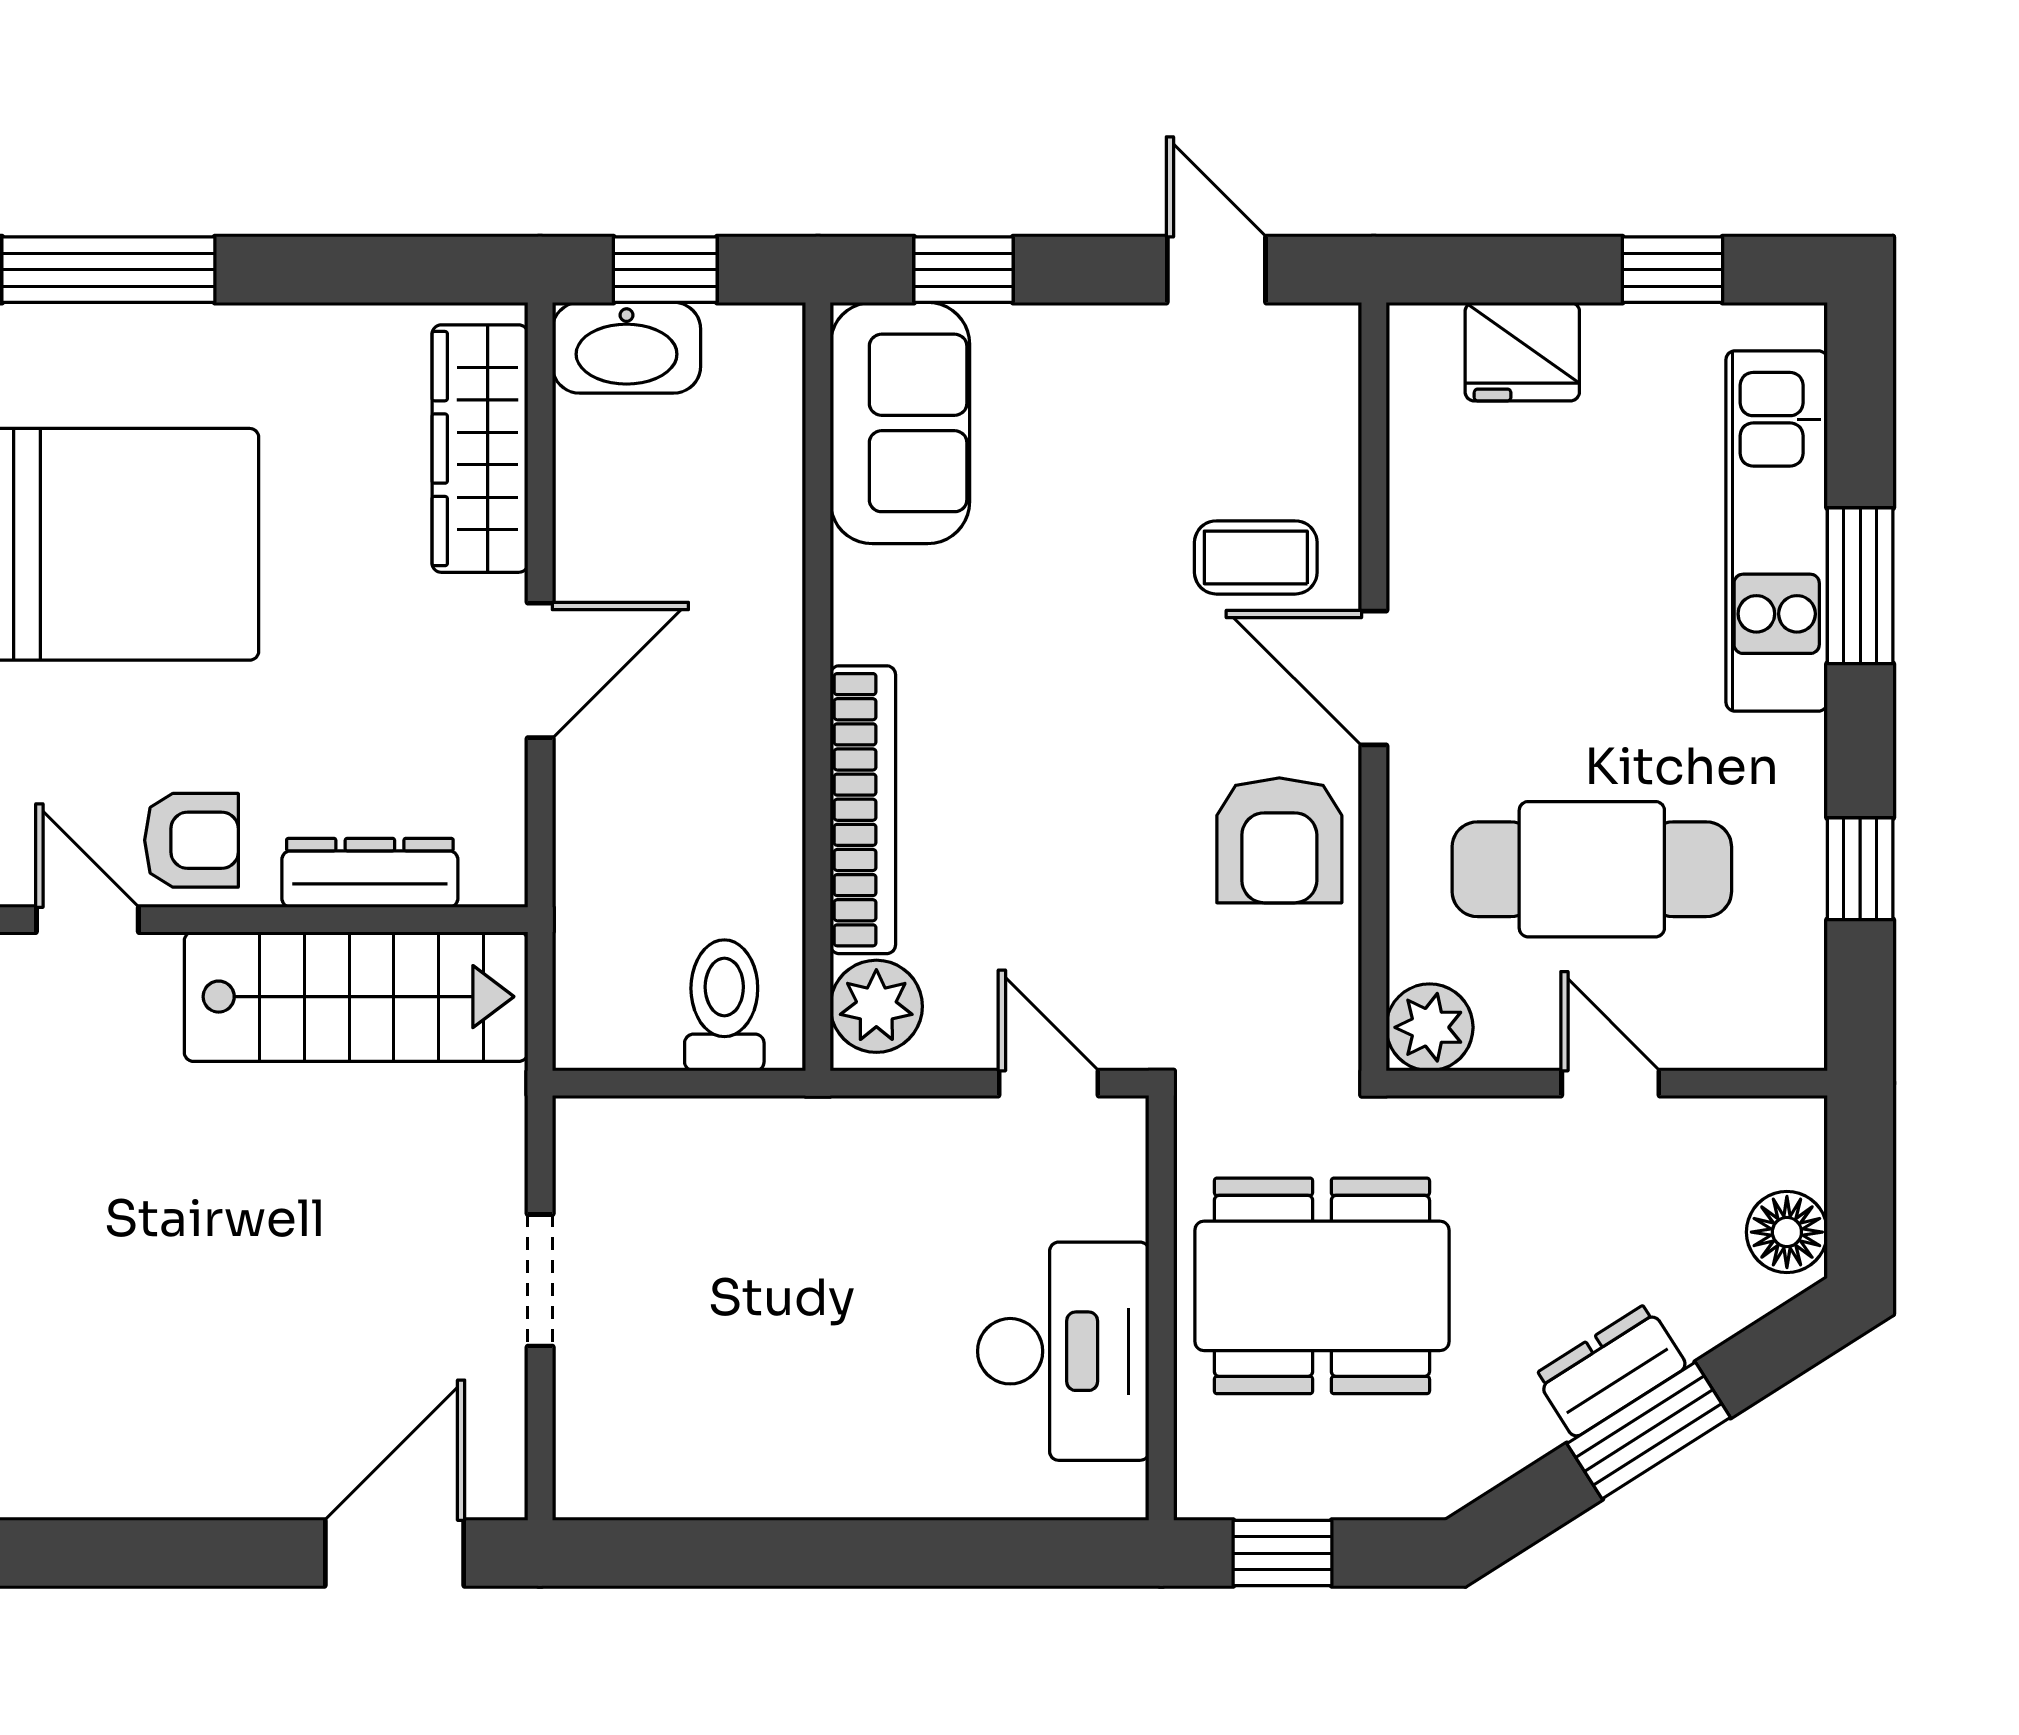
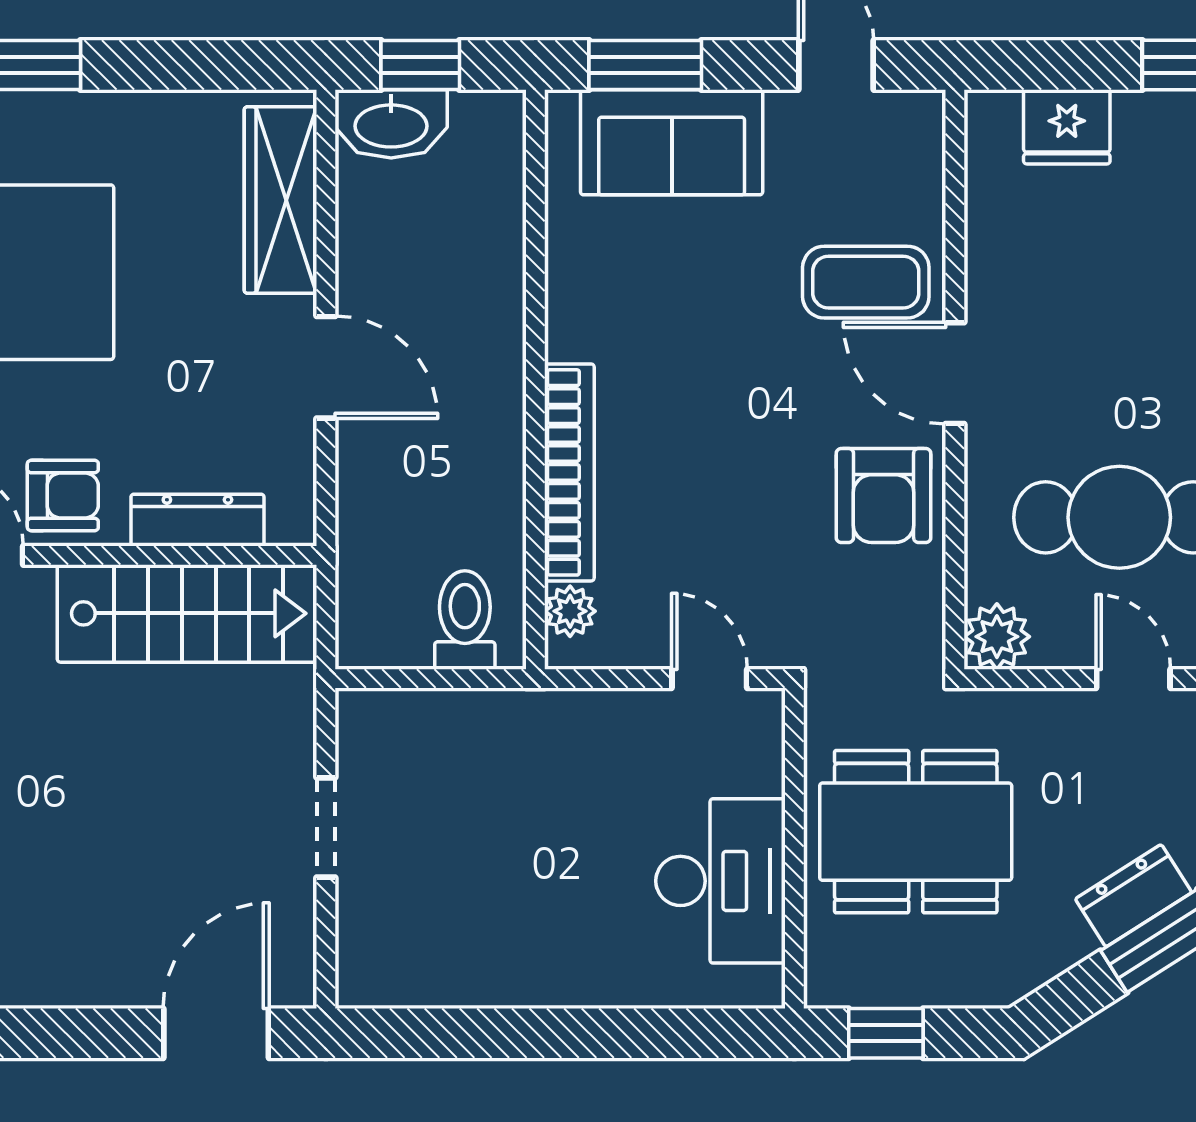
window: (963, 270) -> (645, 65), width x1.50
sofa: (900, 423) -> (672, 142), moved, turned 90
coffee table: (1256, 557) -> (866, 282), width x1.36, depth x1.30
door: (540, 670) -> (326, 367), hinge flipped
plant: (876, 1006) -> (570, 611), width x0.73, depth x0.73

